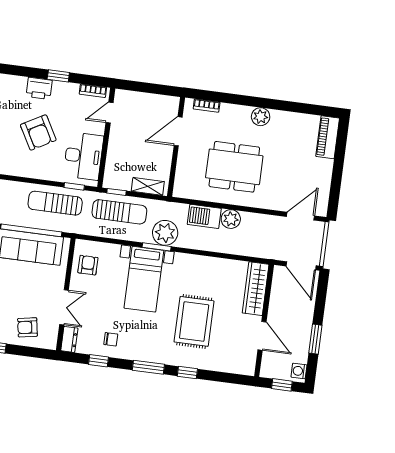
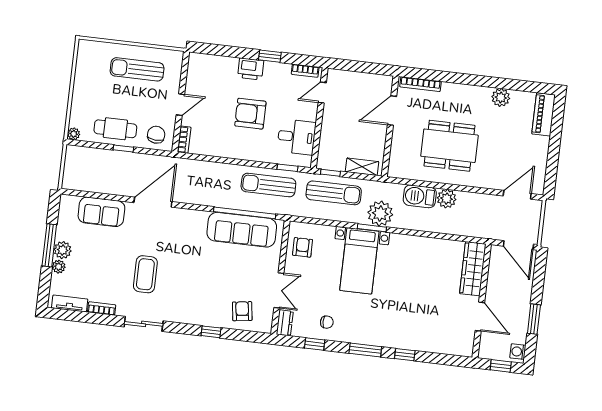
bookcase: (207, 106) -> (420, 84), width x1.56
plant: (261, 117) -> (501, 98), moved
armchair: (38, 132) -> (250, 114), turned 119
desk: (83, 156) -> (296, 137), width x0.73
rug: (194, 321) -> (411, 303), removed
armchair: (27, 327) -> (242, 311), turned 92

